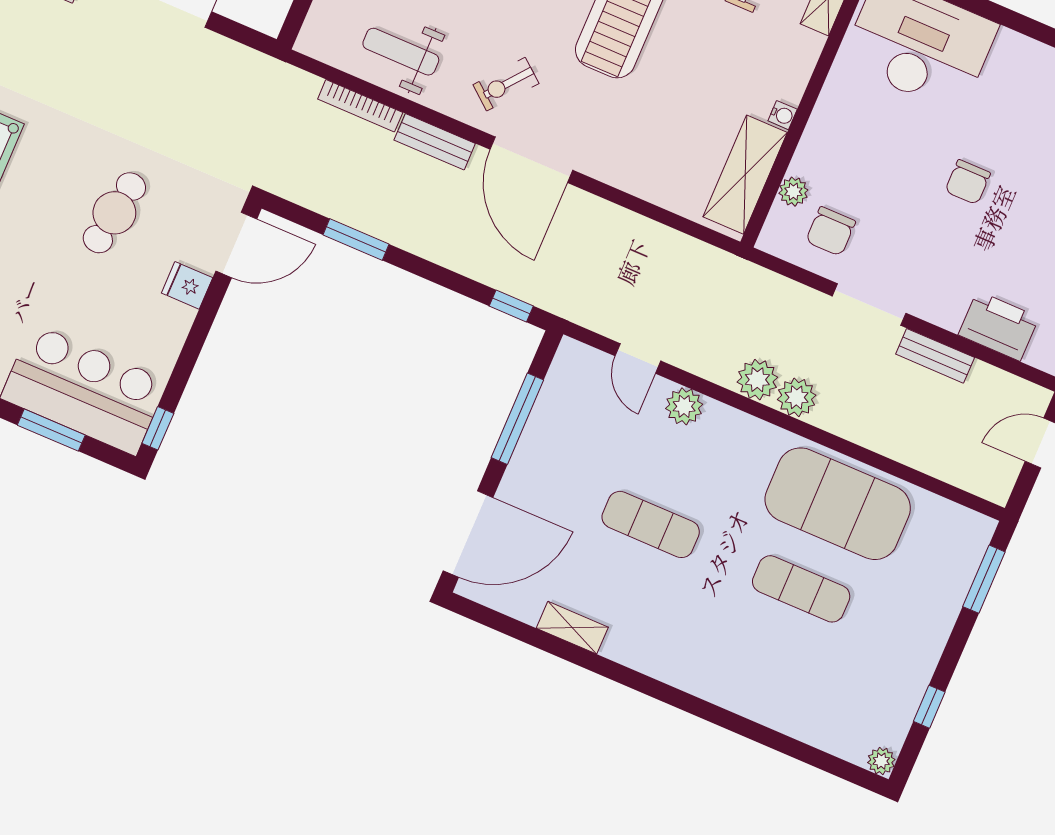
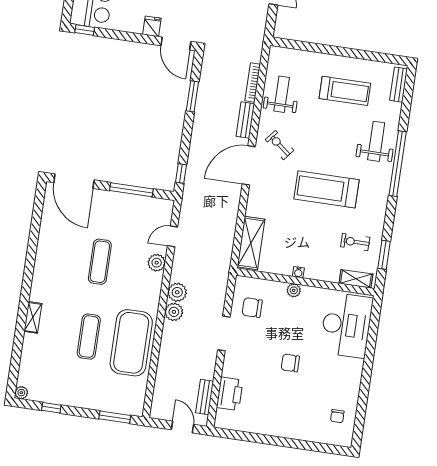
shelving: (745, 175) -> (251, 243), moved, turned 90
plant: (793, 192) -> (294, 290), moved
bench: (935, 356) -> (205, 397), moved
shelving: (572, 628) -> (33, 317), moved

